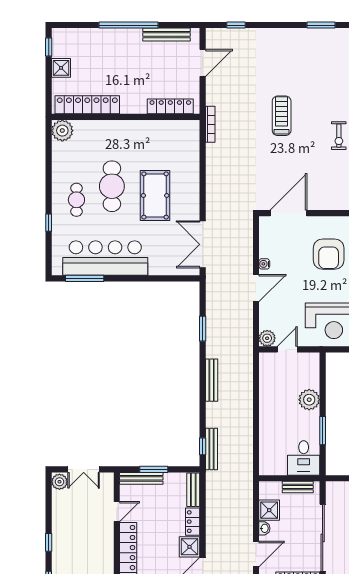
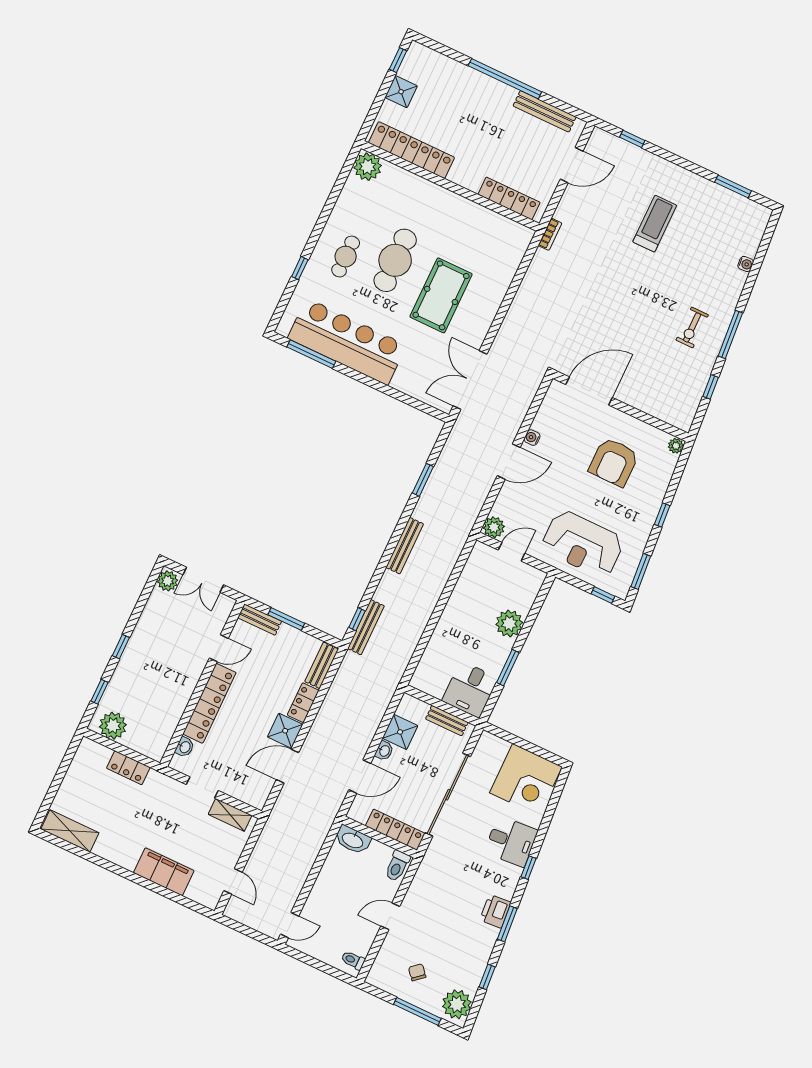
treadmill: (282, 116) -> (655, 224), moved
bookcase: (210, 124) -> (550, 234), width x0.64
bench: (141, 478) -> (260, 620), width x0.73

